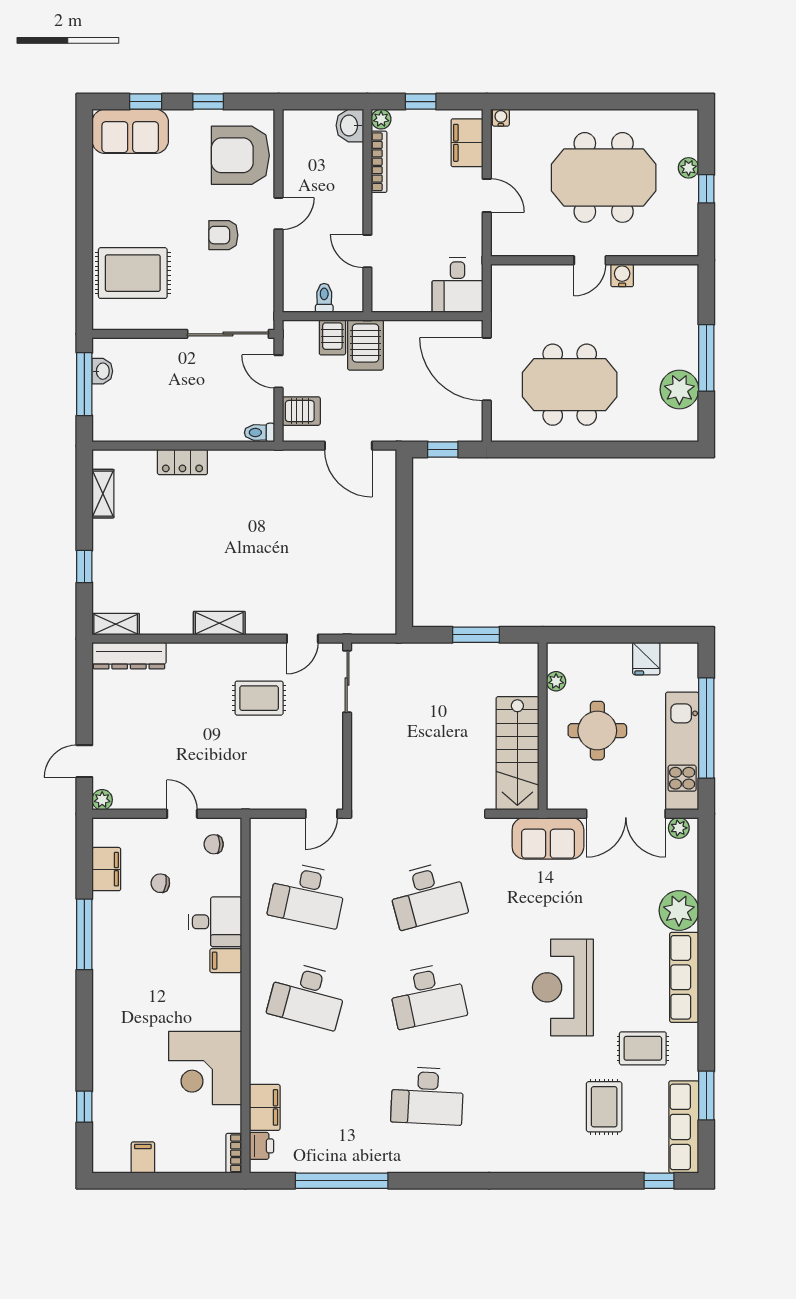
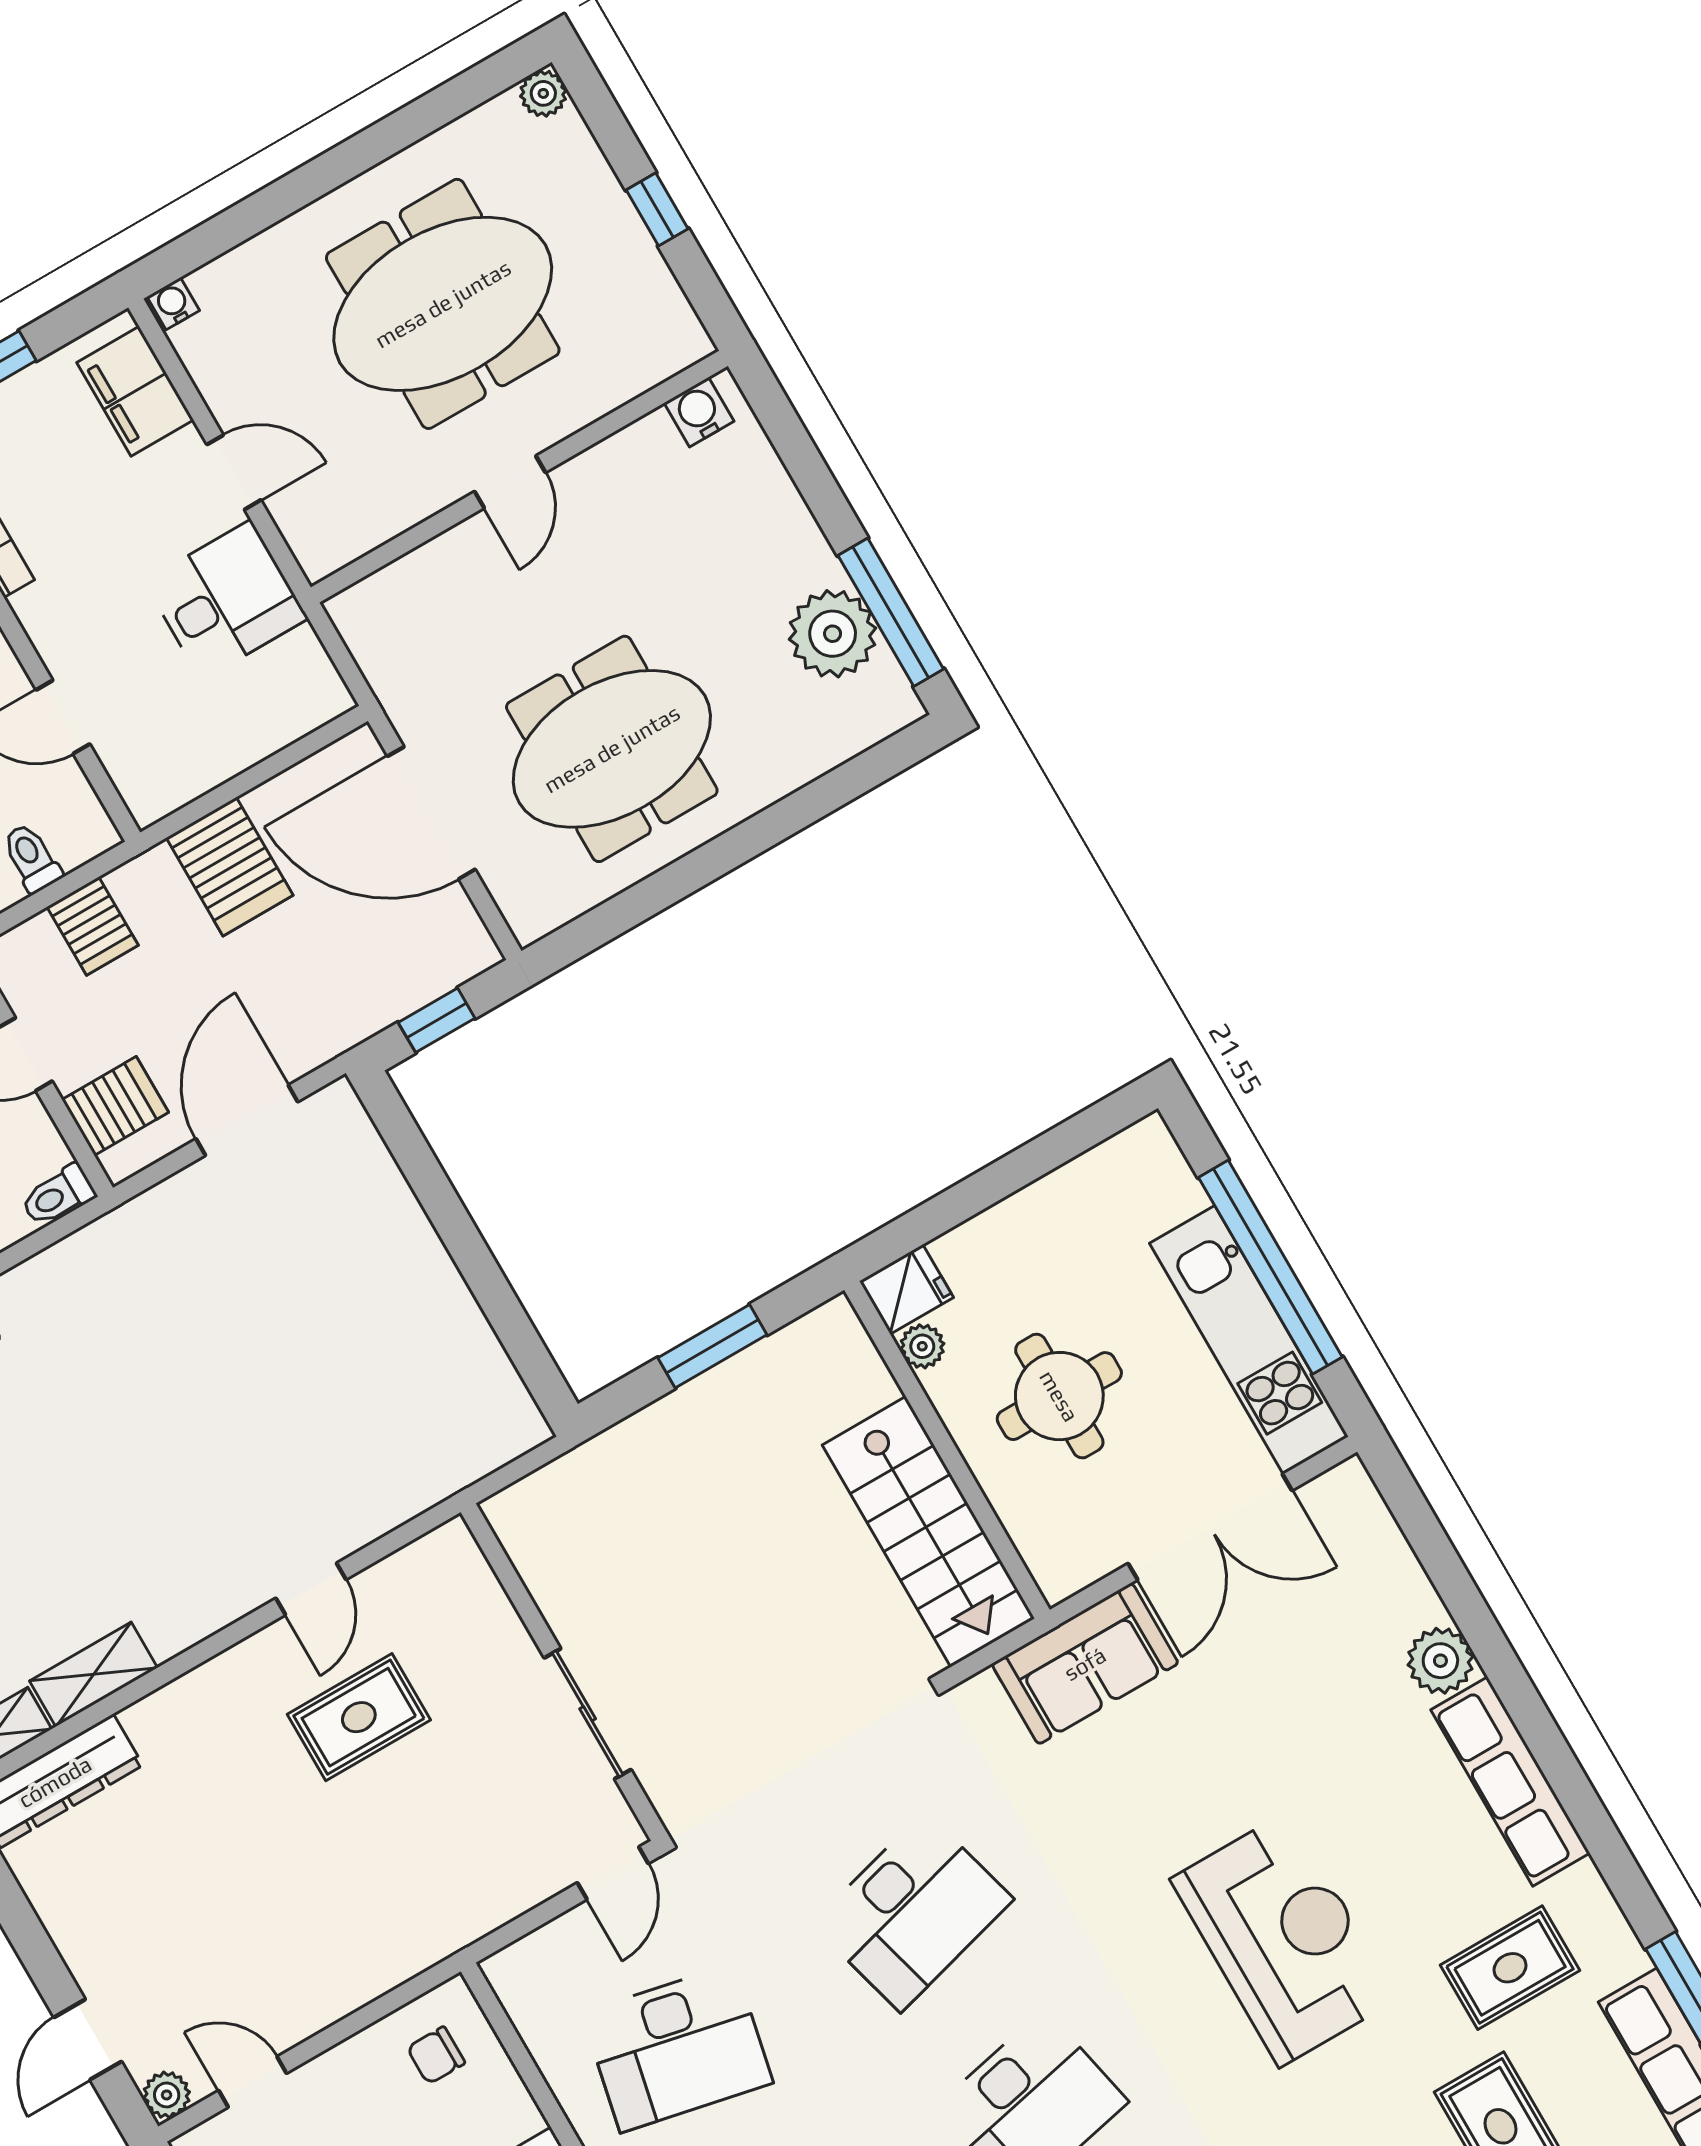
plant: (689, 168) -> (543, 93), moved
water cooler: (622, 275) -> (699, 412), moved
desk: (457, 285) -> (226, 600), moved, turned -90
server rack: (366, 345) -> (230, 867), moved
window: (706, 358) -> (891, 612), moved
door: (348, 446) -> (247, 1120), swing flipped
shelving: (219, 623) -> (94, 1674), moved
door: (302, 639) -> (311, 1589), moved
fridge: (646, 659) -> (906, 1289), moved, turned -90
sliding door: (347, 682) -> (588, 1714), moved
door: (182, 814) -> (253, 2082), moved
plant: (679, 828) -> (1330, 1495), removed
plant: (679, 911) -> (1440, 1661), width x0.73, depth x0.73
reception desk: (563, 987) -> (1284, 1939), turned 180

